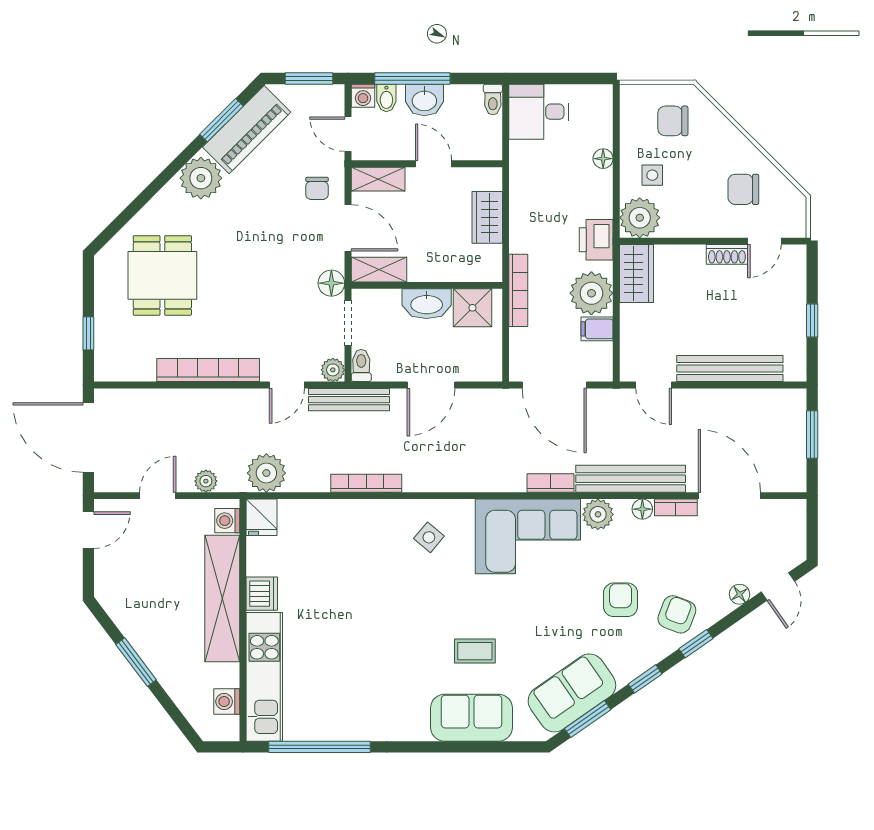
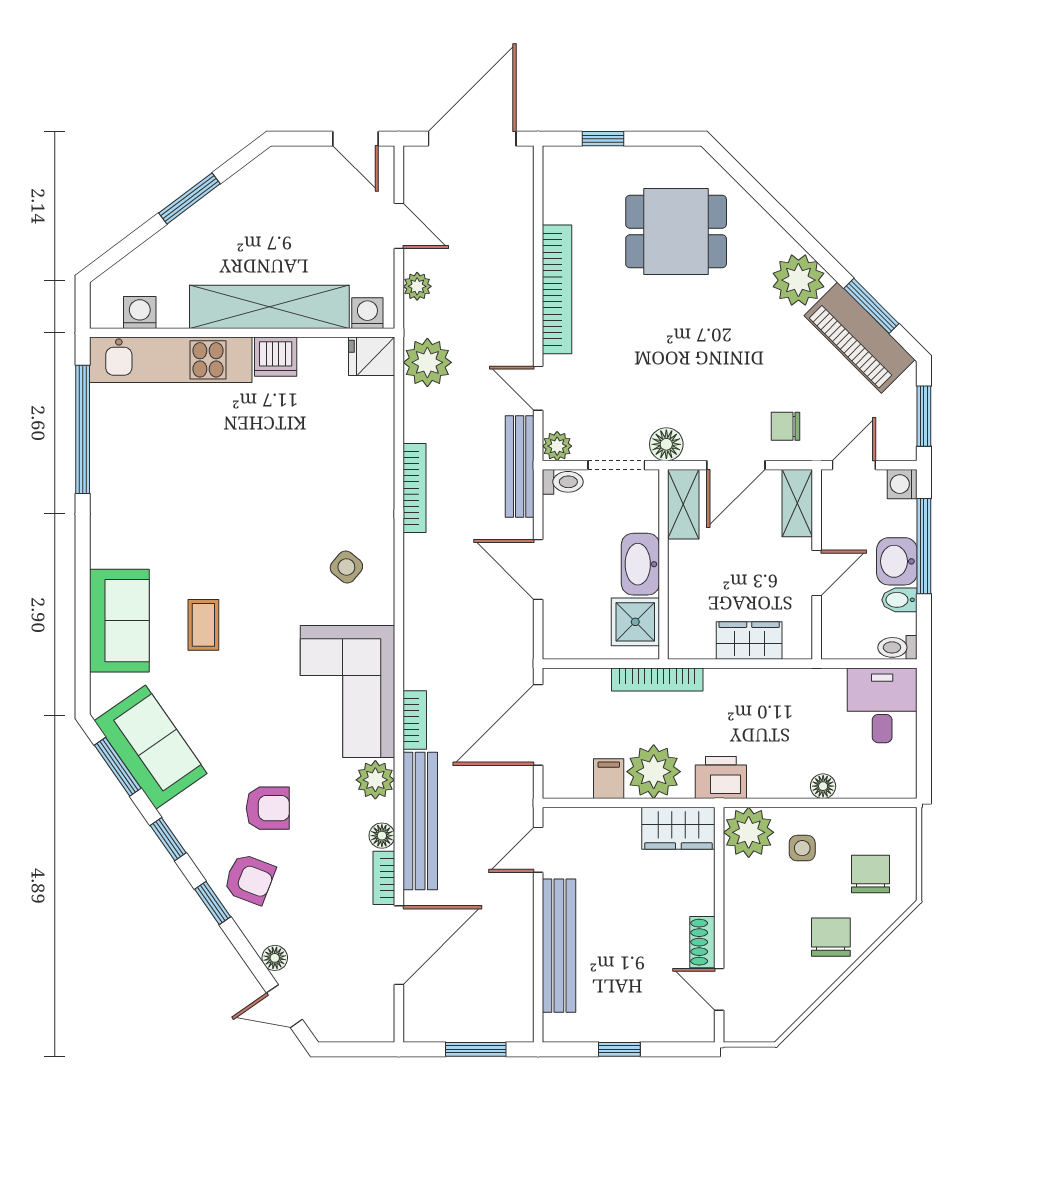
bidet: (386, 98) -> (899, 600), moved
chair: (743, 189) -> (831, 937), moved

